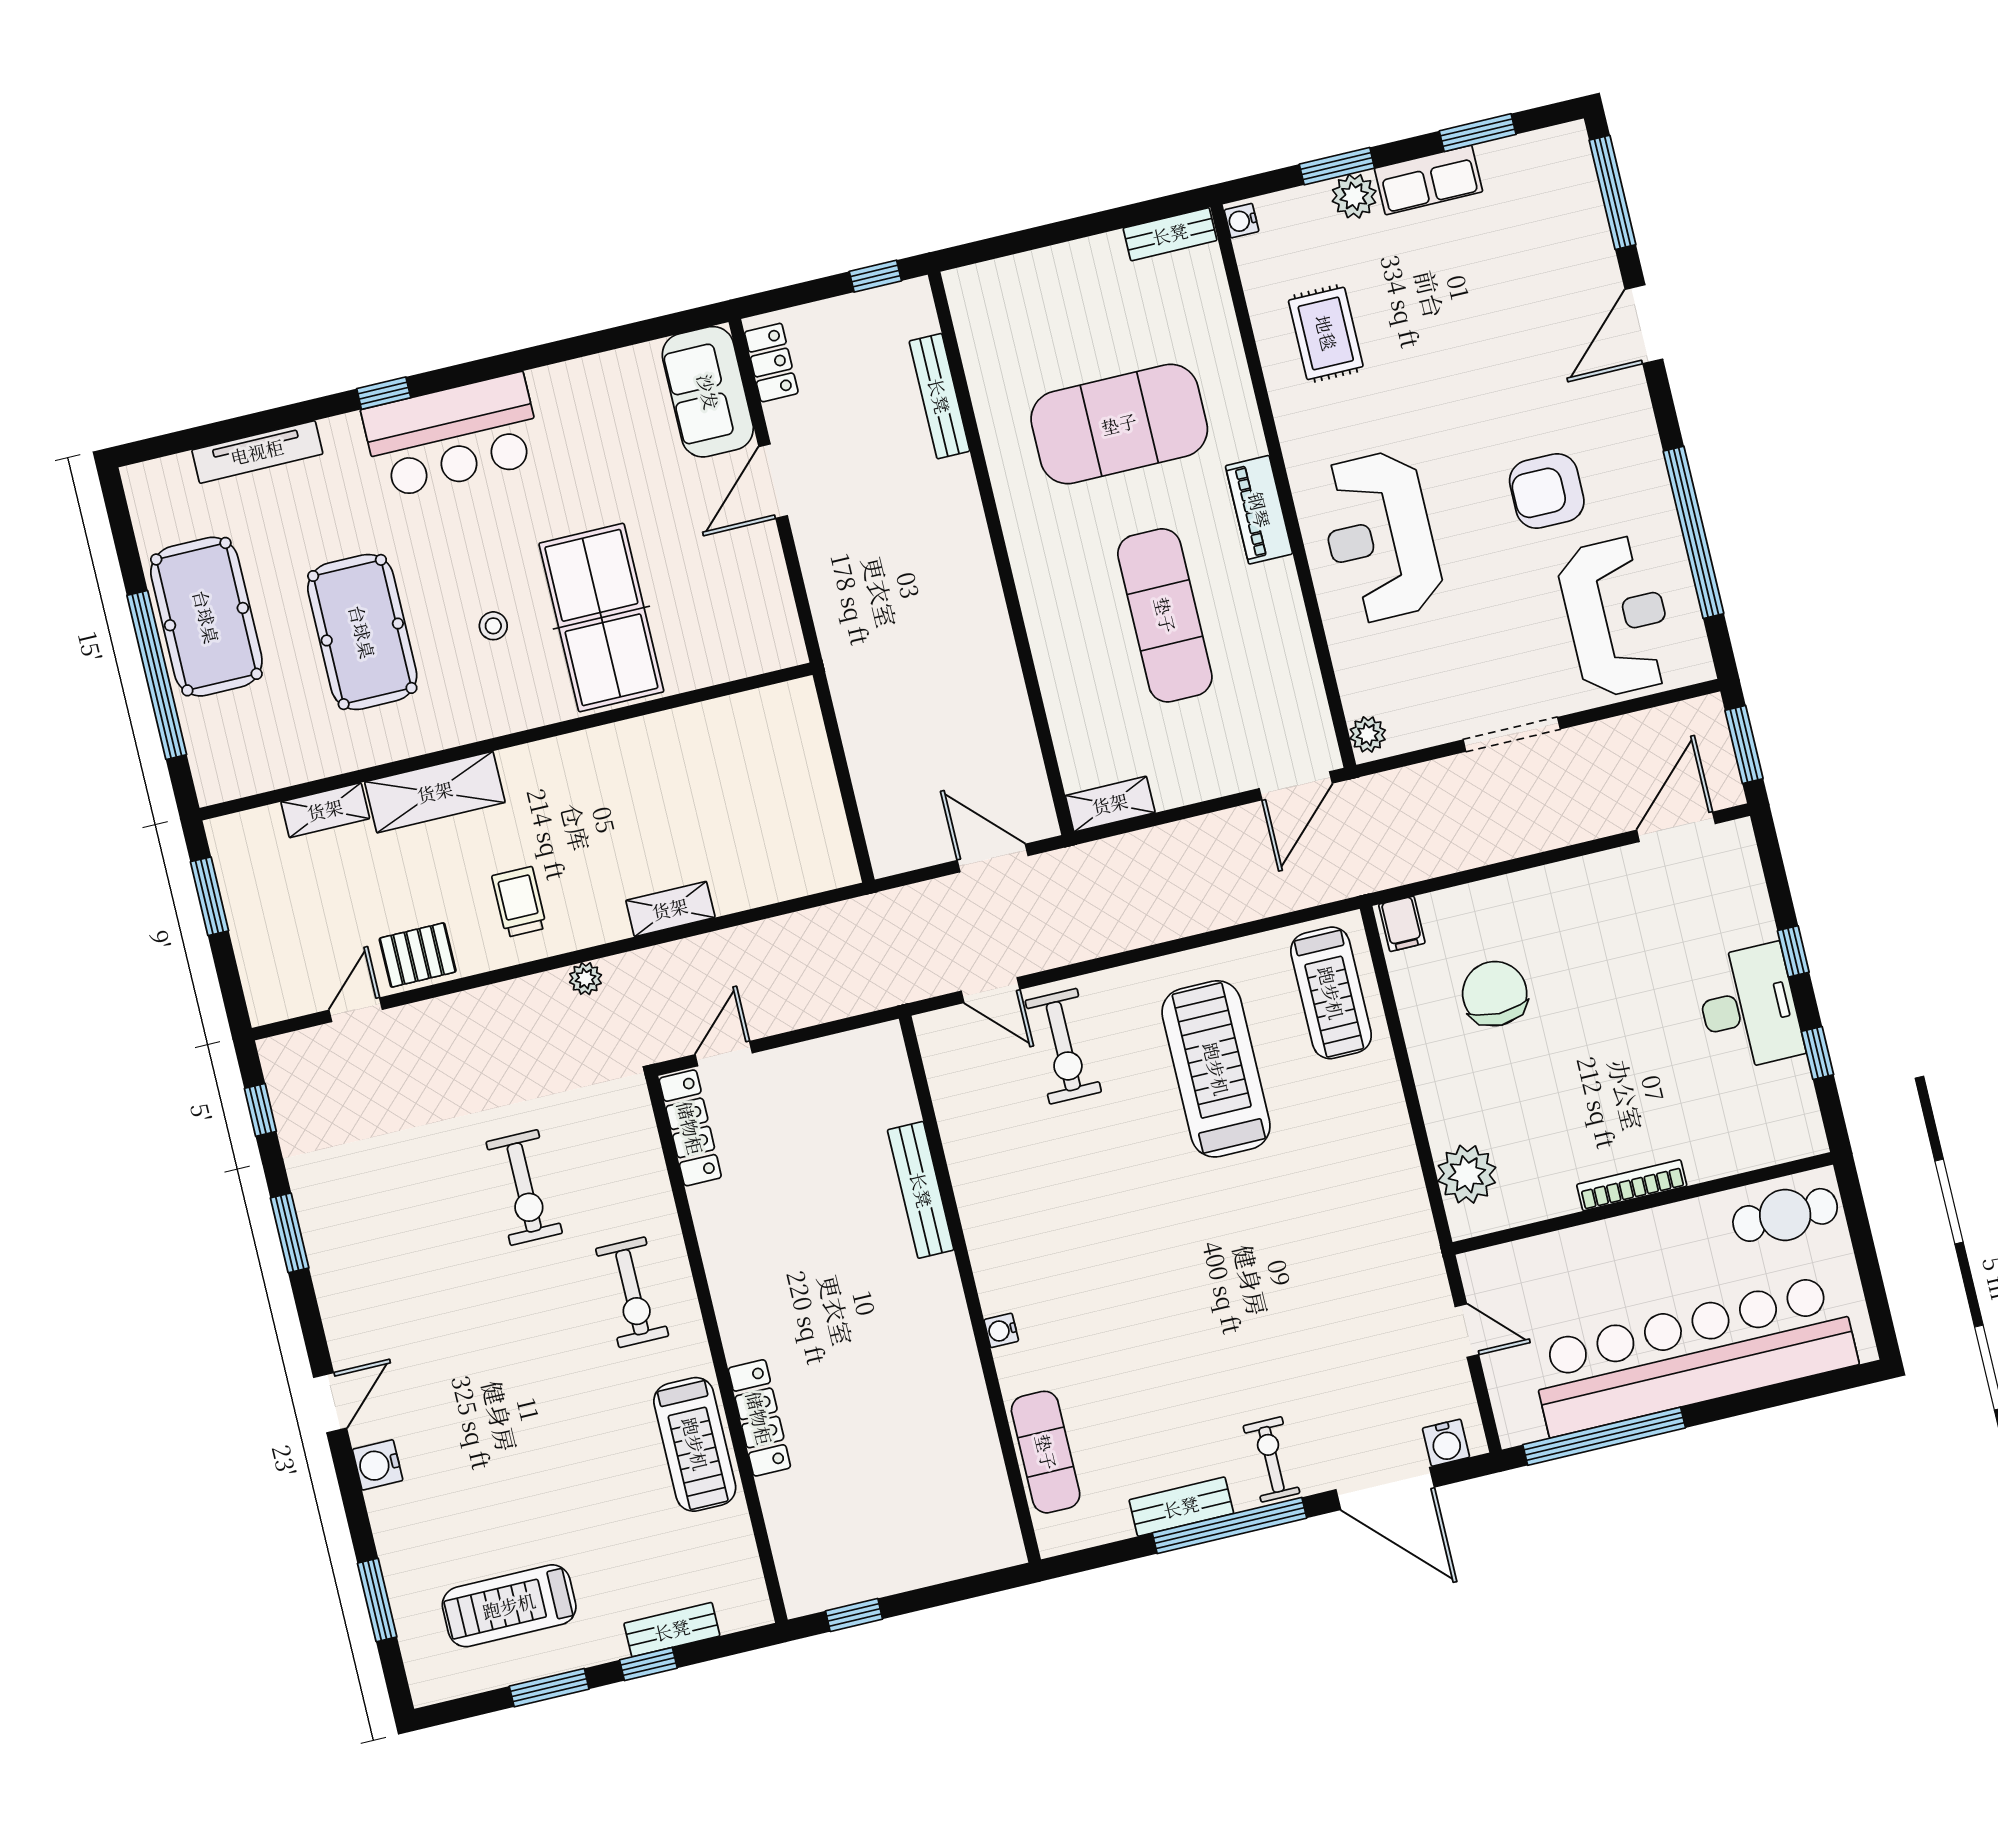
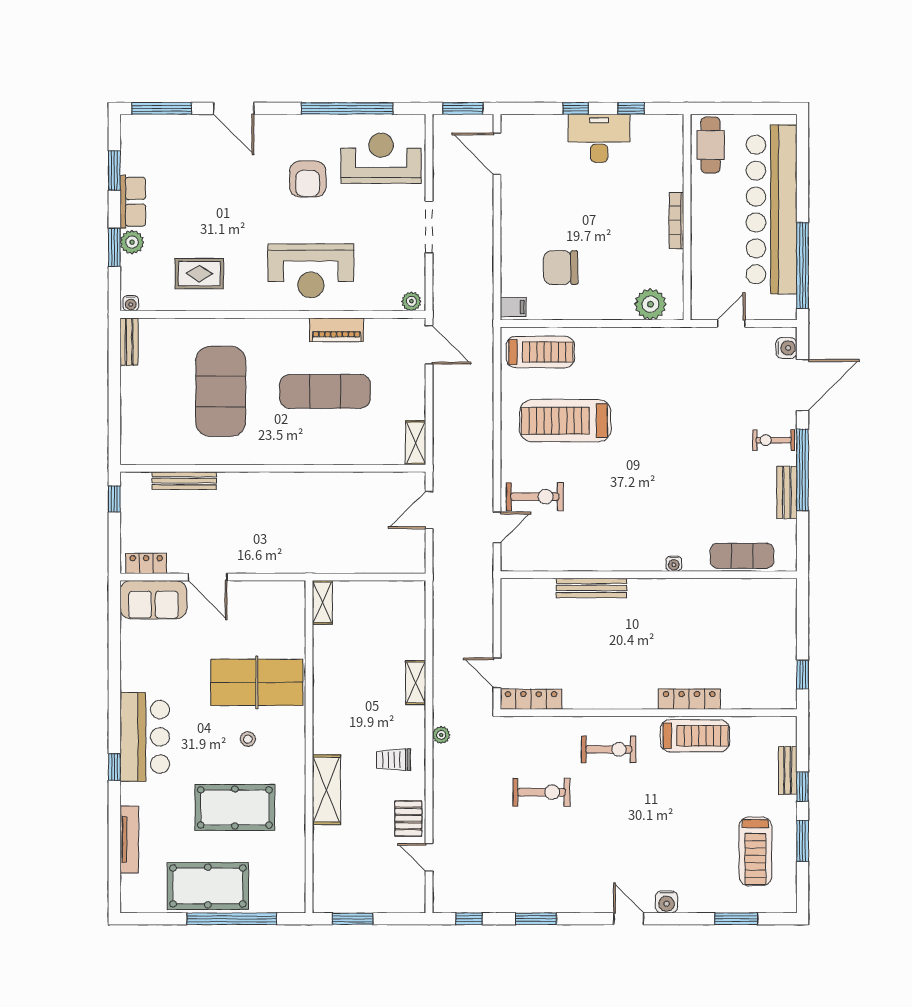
piano: (1259, 510) -> (337, 330), moved
shelving: (325, 810) -> (322, 602), moved

